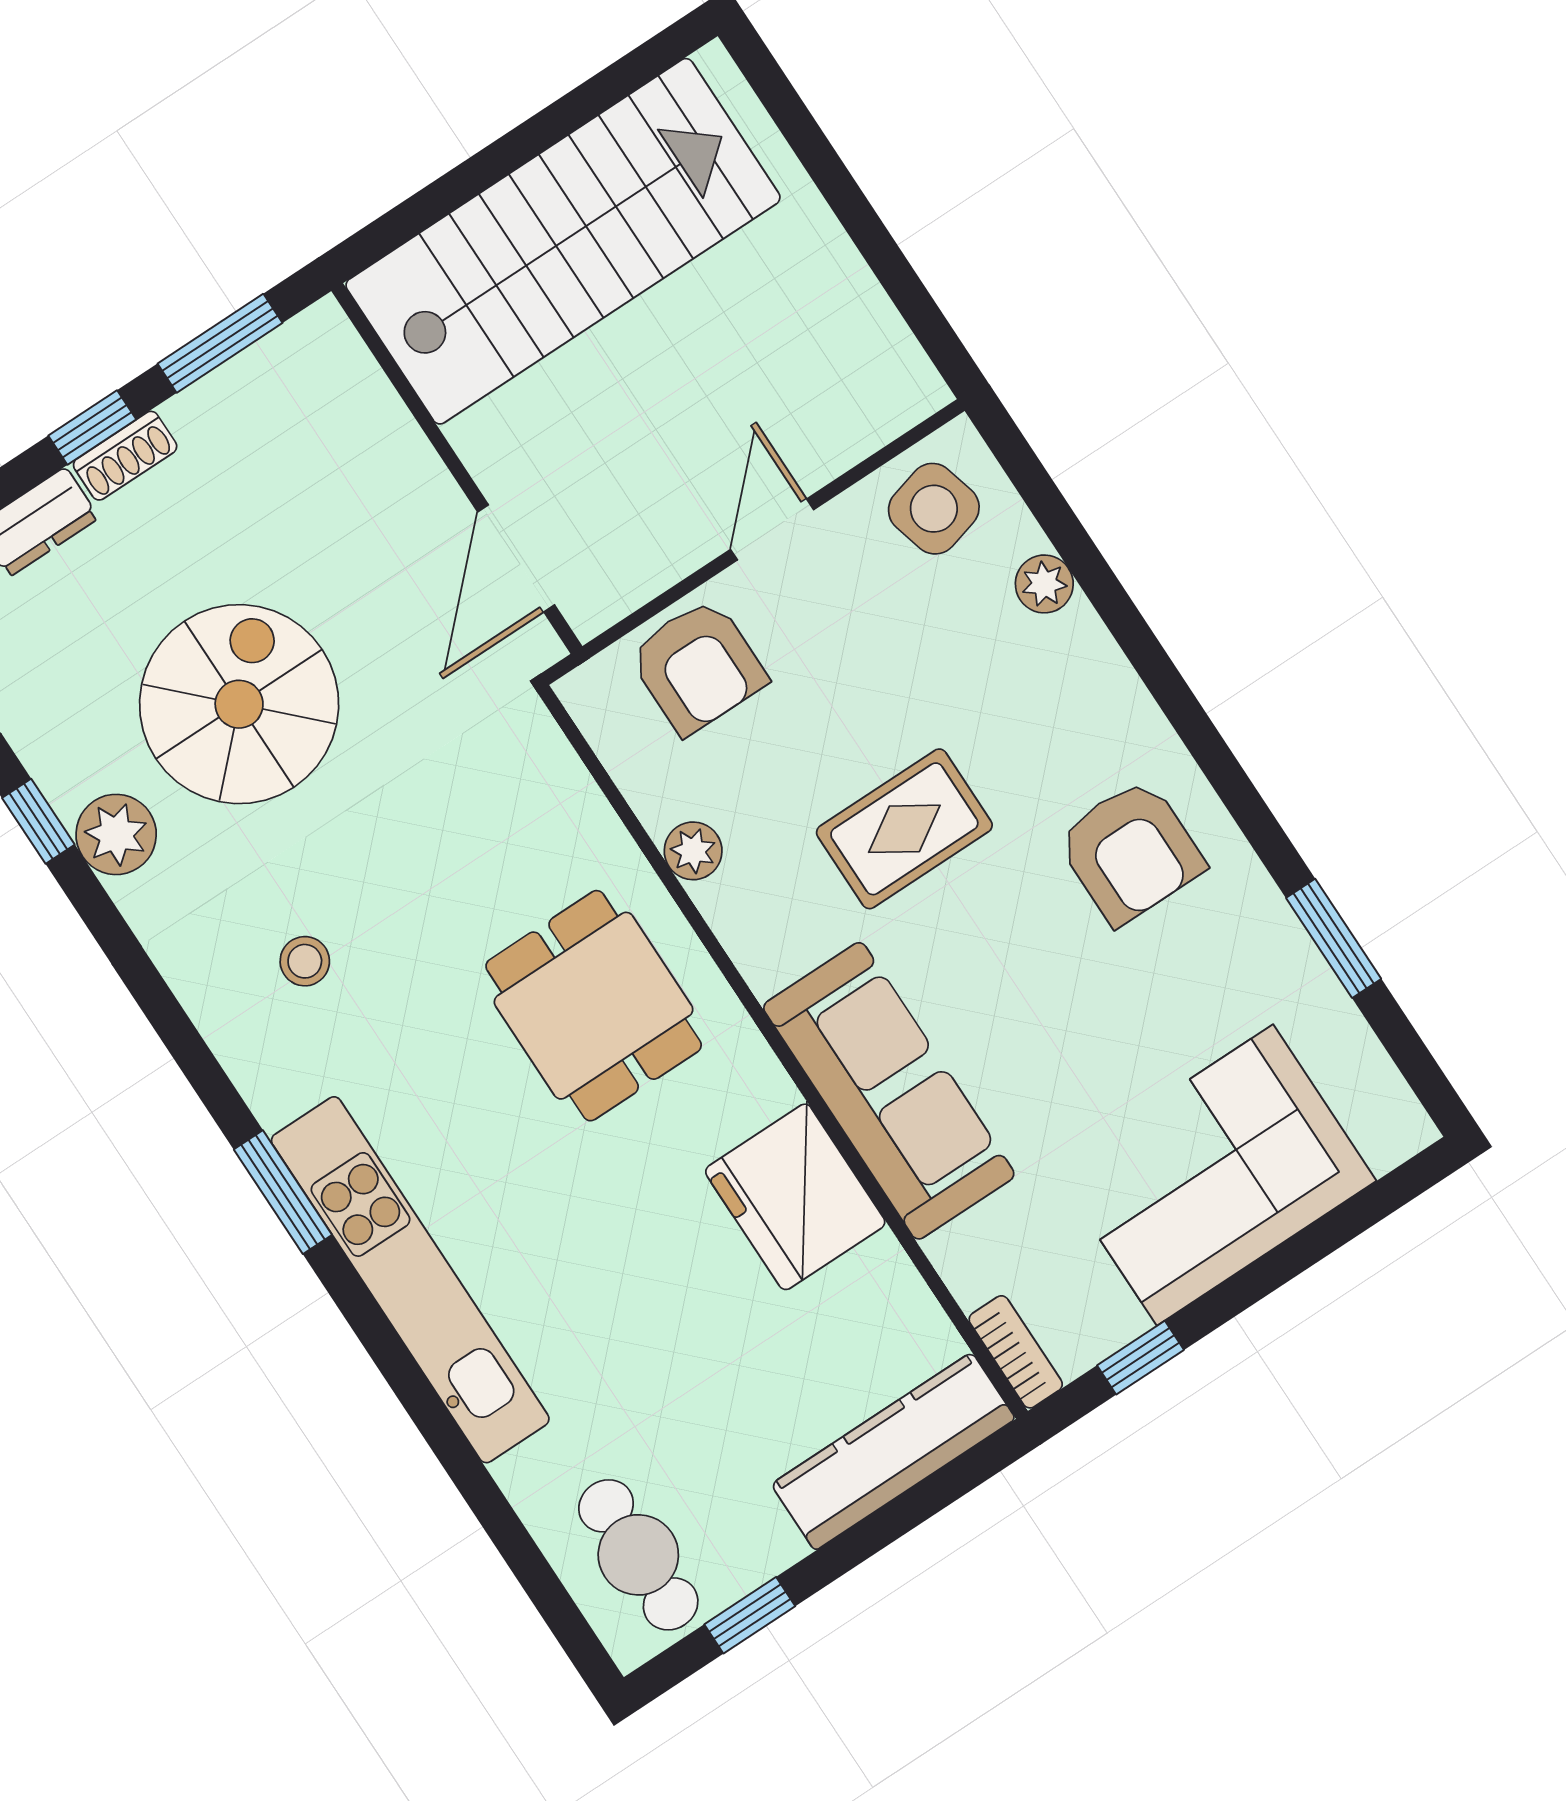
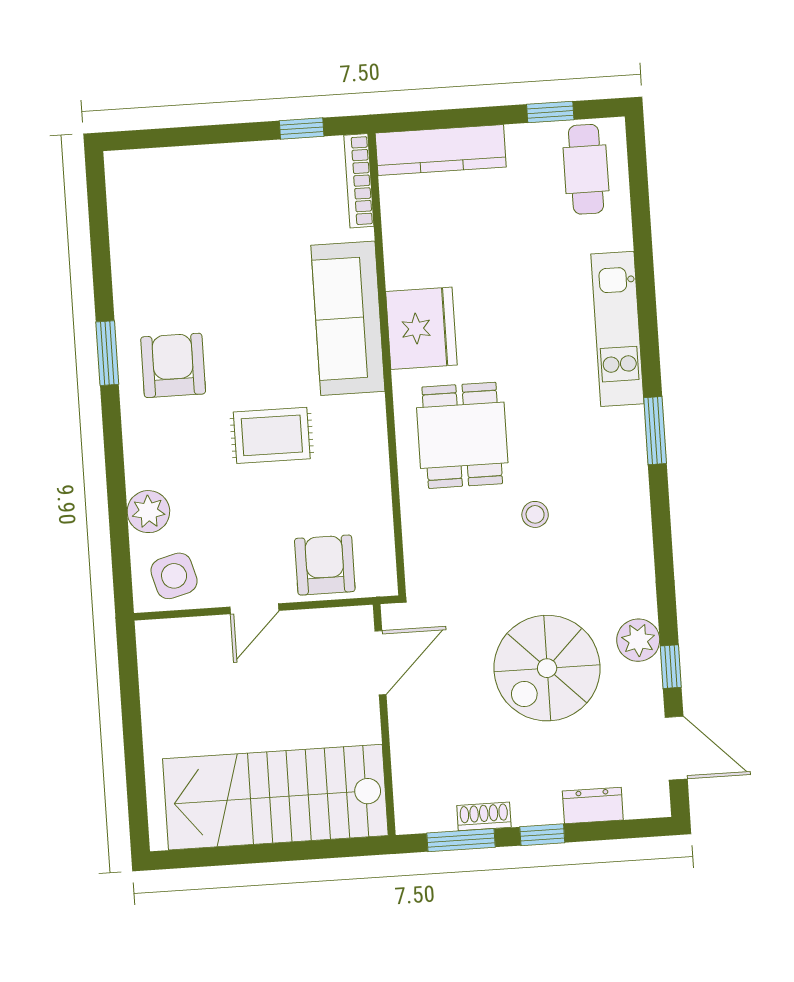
shoe rack: (125, 456) -> (484, 816), moved
plant: (1044, 584) -> (148, 512), width x1.38, depth x1.38
plant: (693, 851) -> (375, 481), removed
window: (1334, 938) -> (107, 353), moved
stool: (305, 961) -> (535, 514), moved
corner sofa: (1215, 1175) -> (219, 193), removed
fridge: (795, 1197) -> (421, 328), moved
kitchen unit: (410, 1280) -> (617, 329), width x0.73
bookcase: (1016, 1352) -> (359, 181), width x1.56

